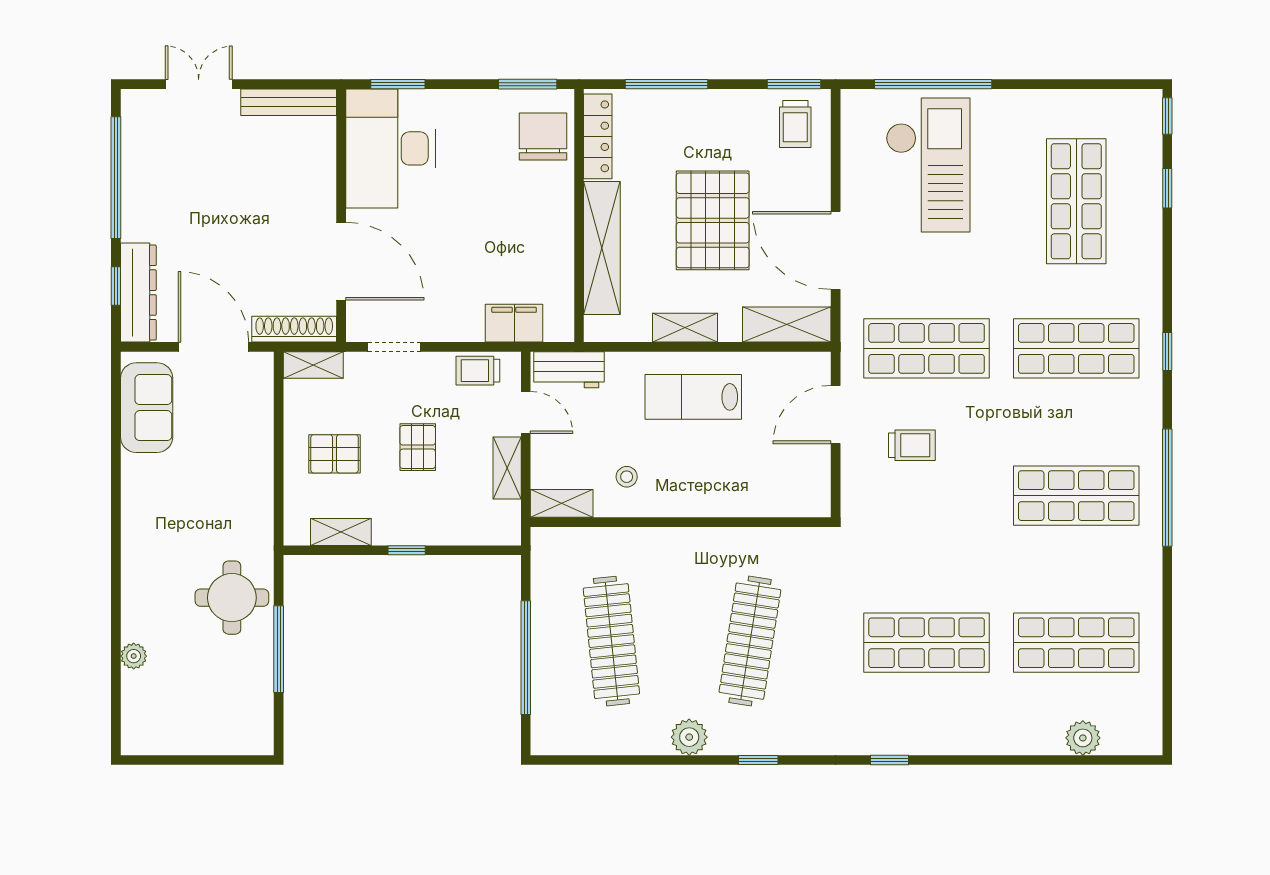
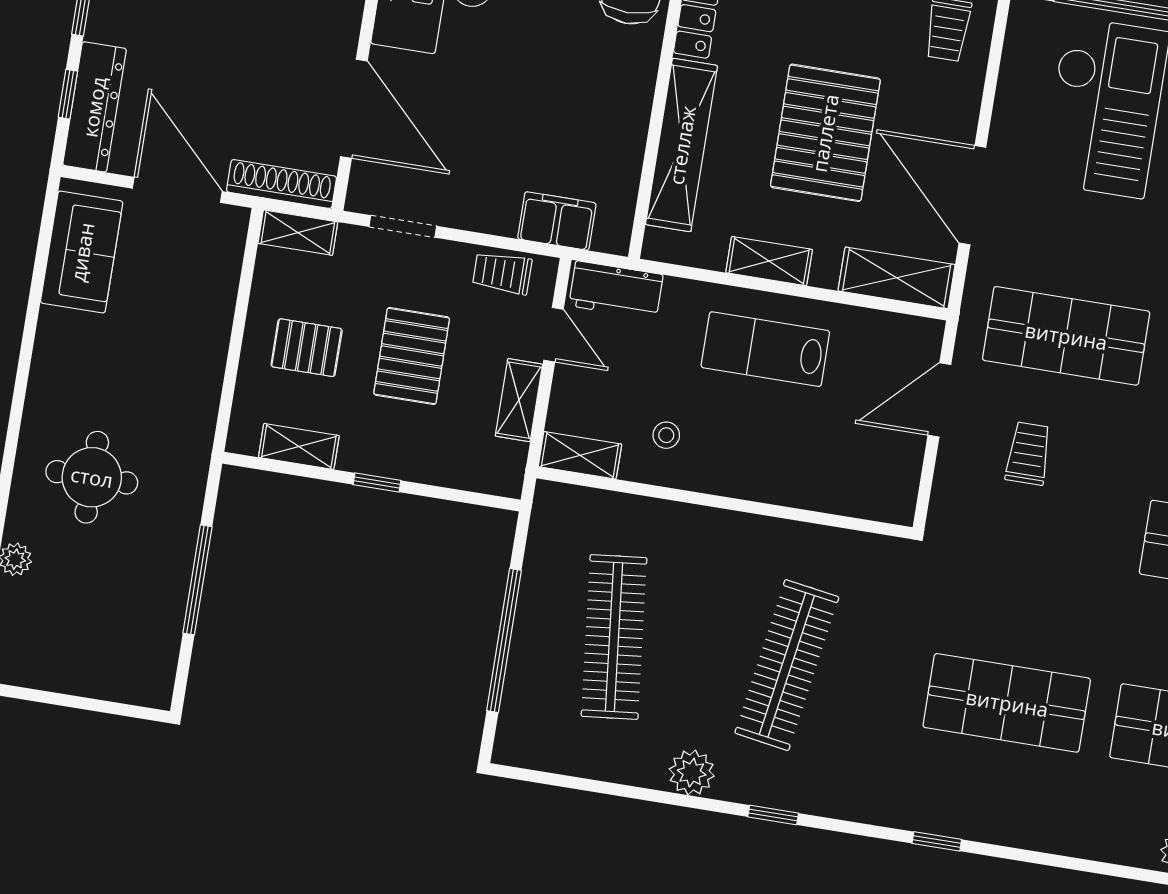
trolley: (912, 445) -> (1028, 454), turned -90
pallet: (418, 447) -> (412, 356), width x1.50, depth x1.42
round table: (232, 598) -> (92, 477), moved

